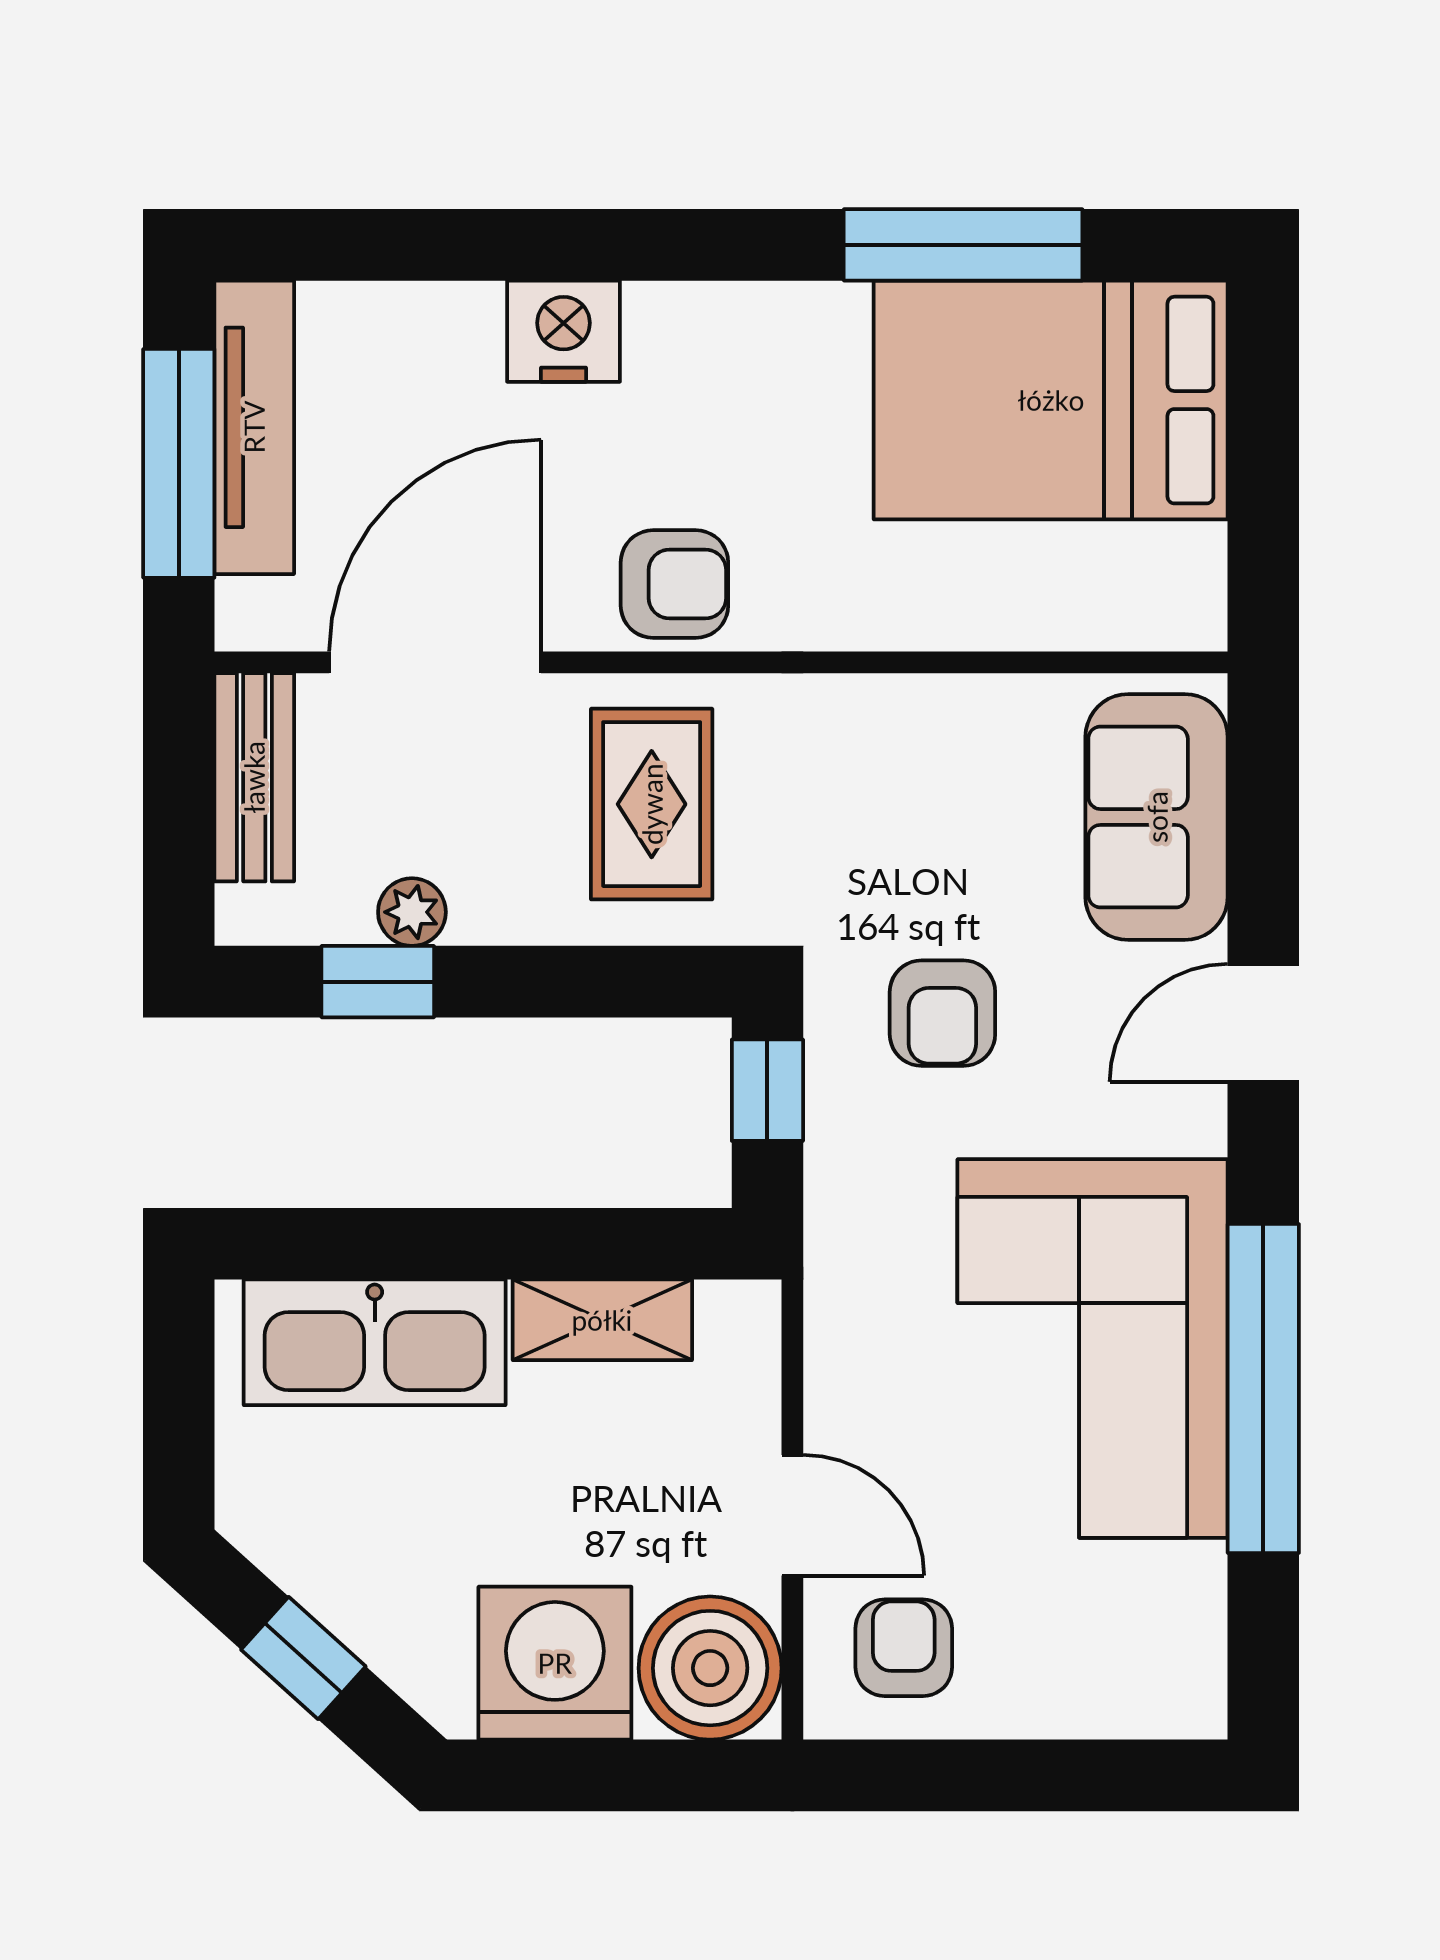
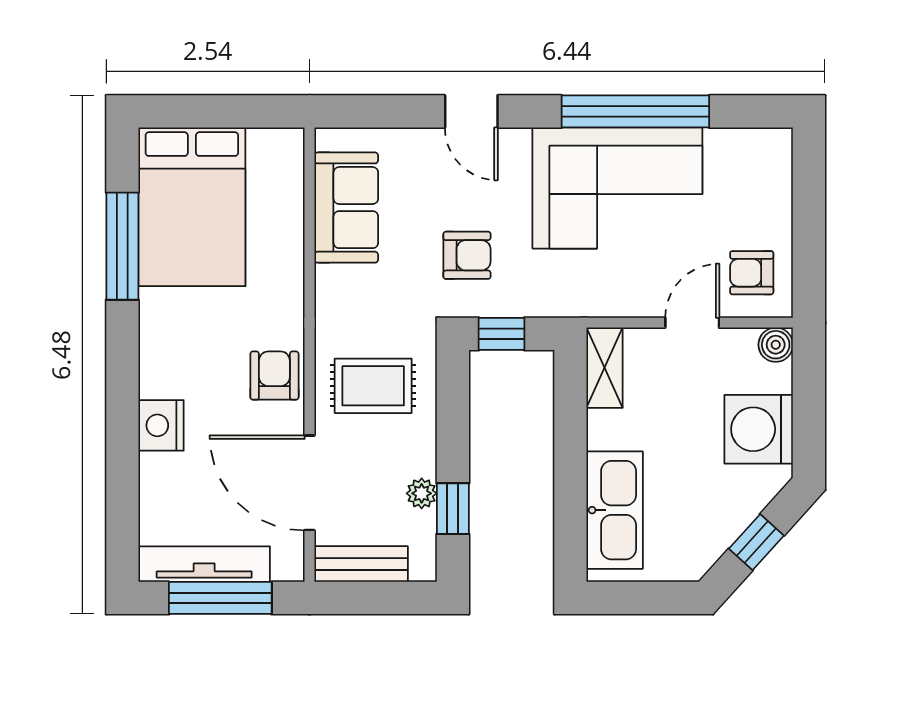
sofa: (1157, 817) -> (346, 208), moved, turned -90
shelving: (602, 1320) -> (605, 368), moved
boiler: (710, 1668) -> (776, 345), width x0.54, depth x0.54

